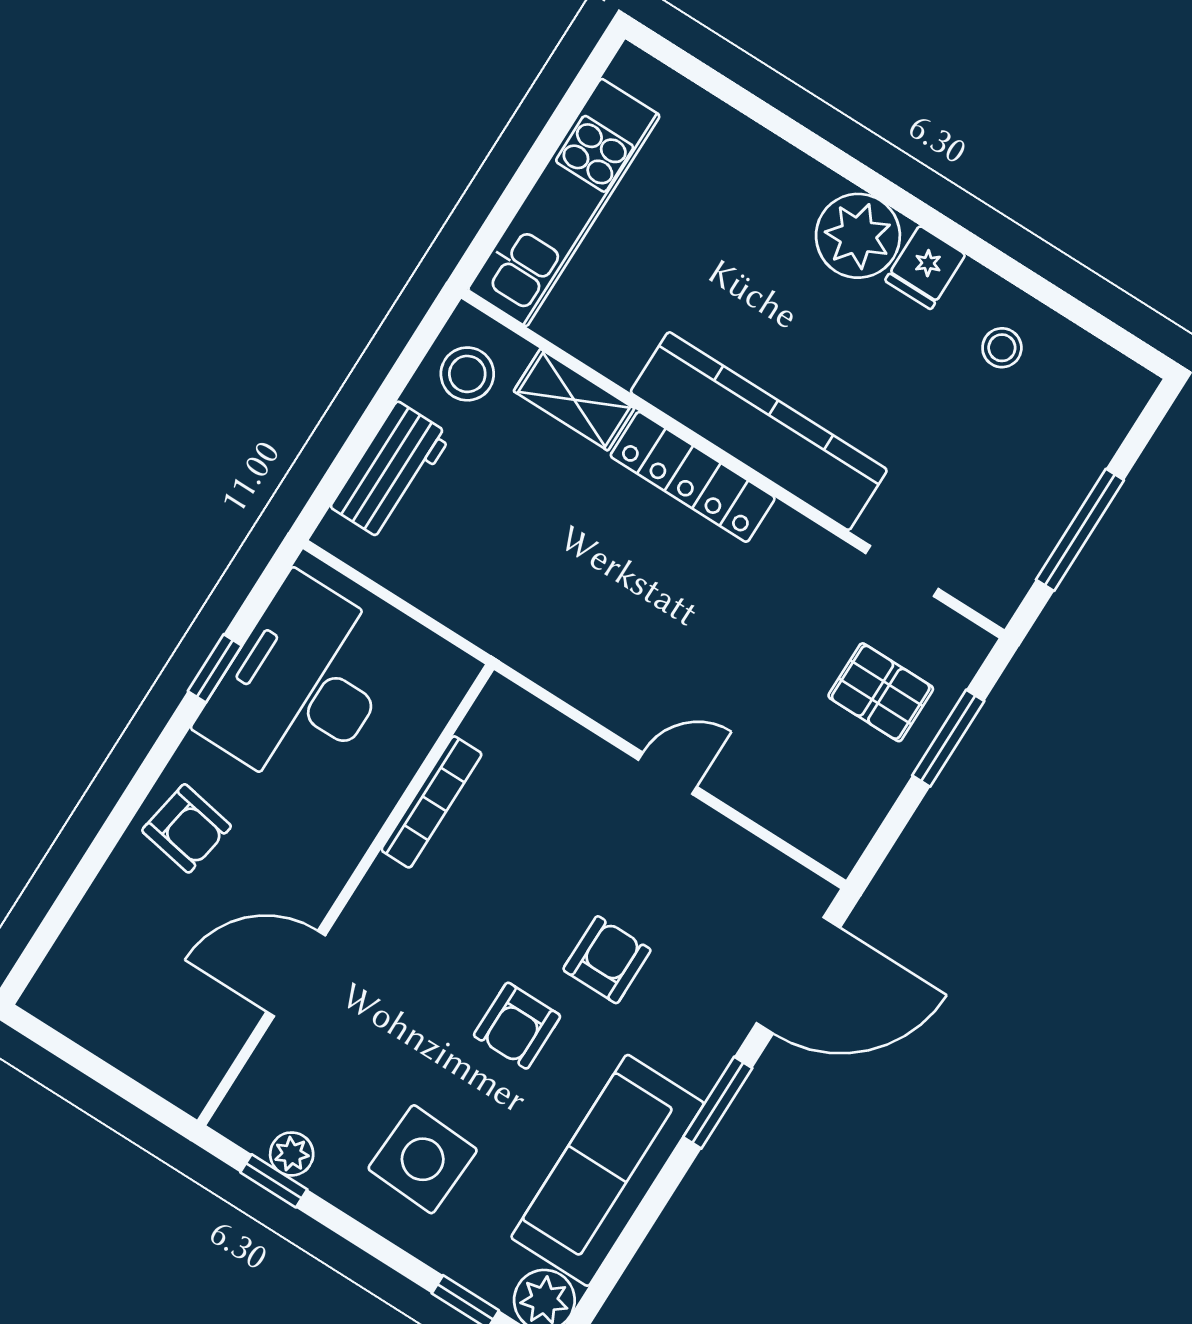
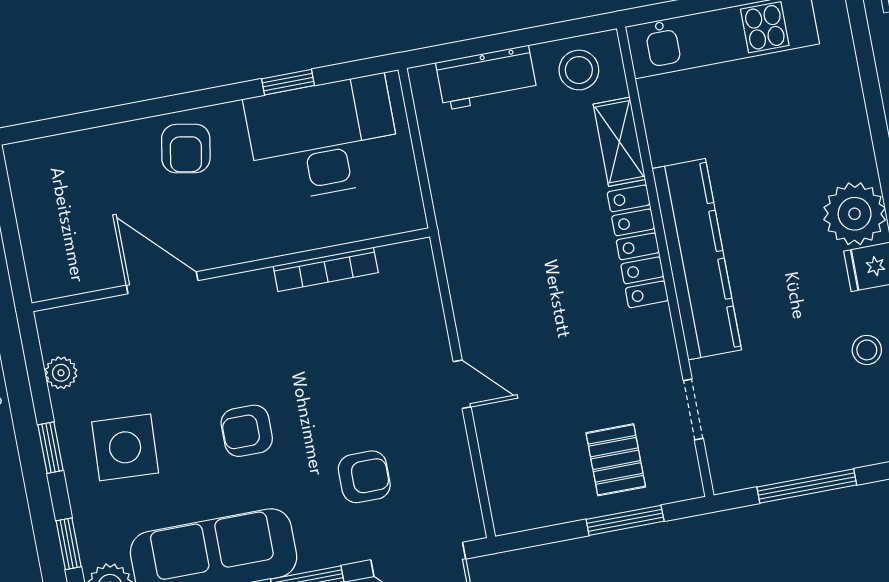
armchair: (607, 960) -> (364, 477), moved
window: (274, 1181) -> (50, 448), moved

